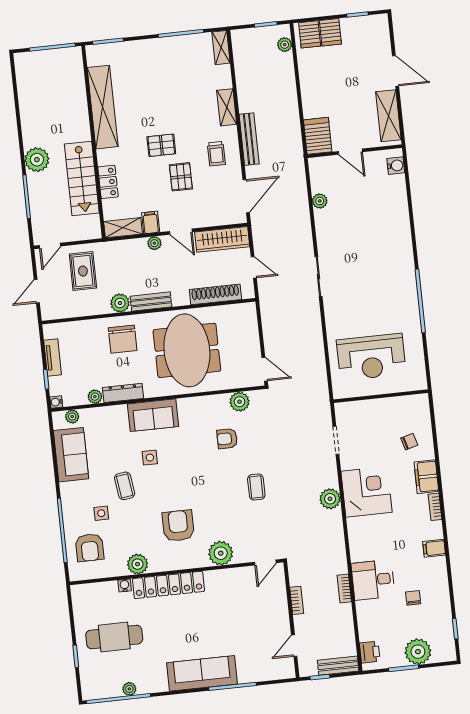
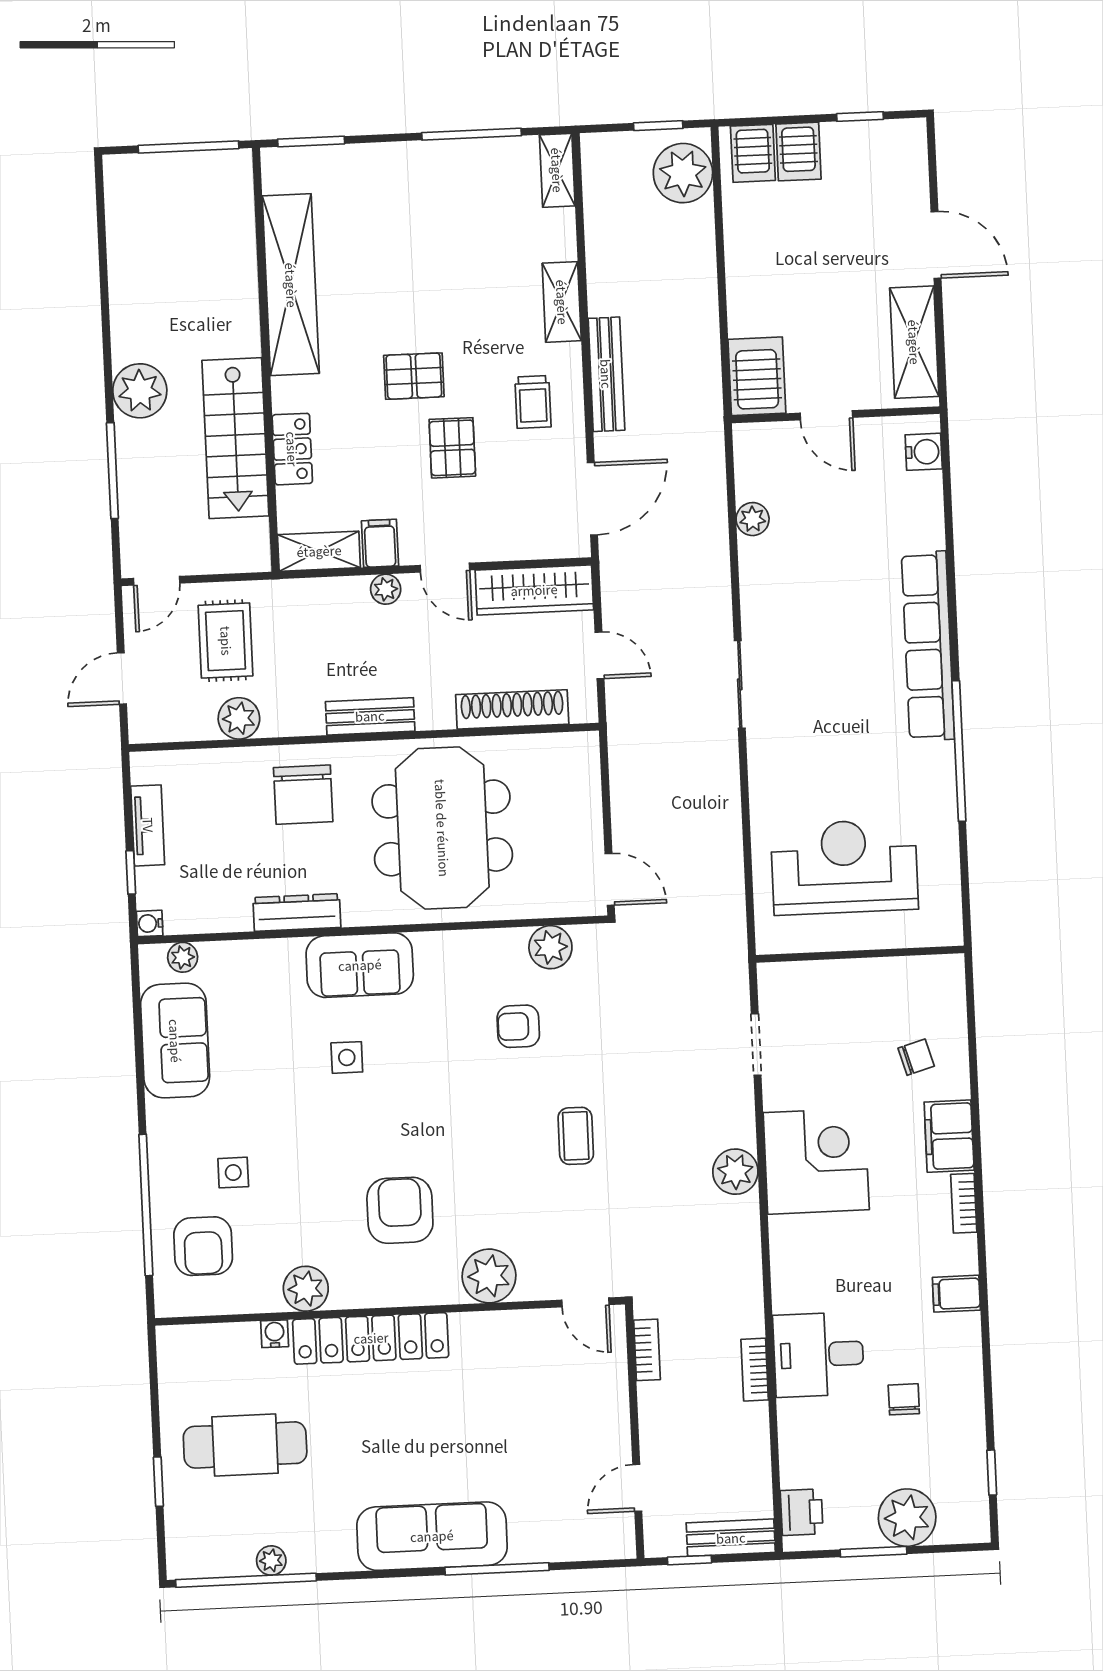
plant: (285, 45) -> (683, 173), width x1.87, depth x1.87
row of seats: (403, 254) -> (928, 646), added
plant: (120, 303) -> (239, 718), moved
reception desk: (371, 357) -> (844, 867), turned 180
plant: (95, 397) -> (235, 917), removed
coffee table: (125, 486) -> (288, 1116), removed
door: (265, 563) -> (585, 1302), hinge flipped
bookcase: (297, 600) -> (647, 1350), moved

